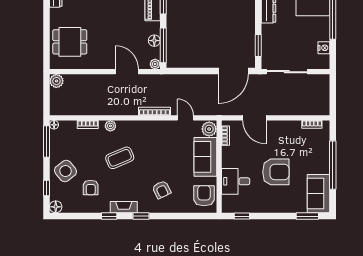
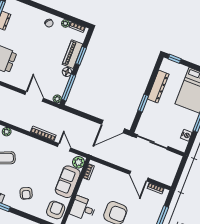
floor lamp: (154, 41) -> (67, 72), moved
window: (258, 46) -> (143, 103), moved
door: (254, 118) -> (139, 176), moved

